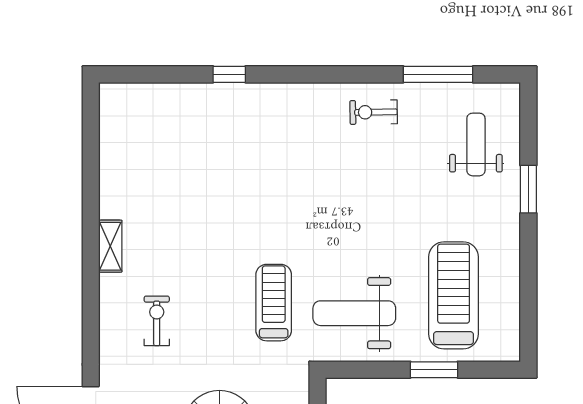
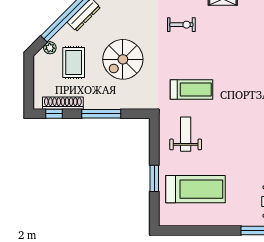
weight bench: (354, 313) -> (186, 134), width x0.73, depth x0.75

